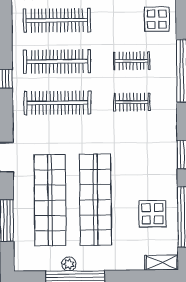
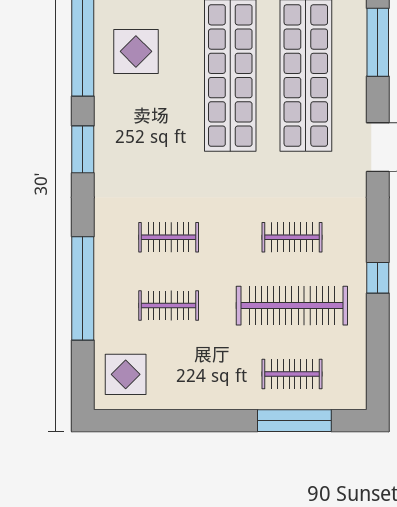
clothes rail: (57, 20) -> (292, 374), width x0.54, depth x0.76
clothes rail: (57, 103) -> (292, 237), width x0.54, depth x0.76

